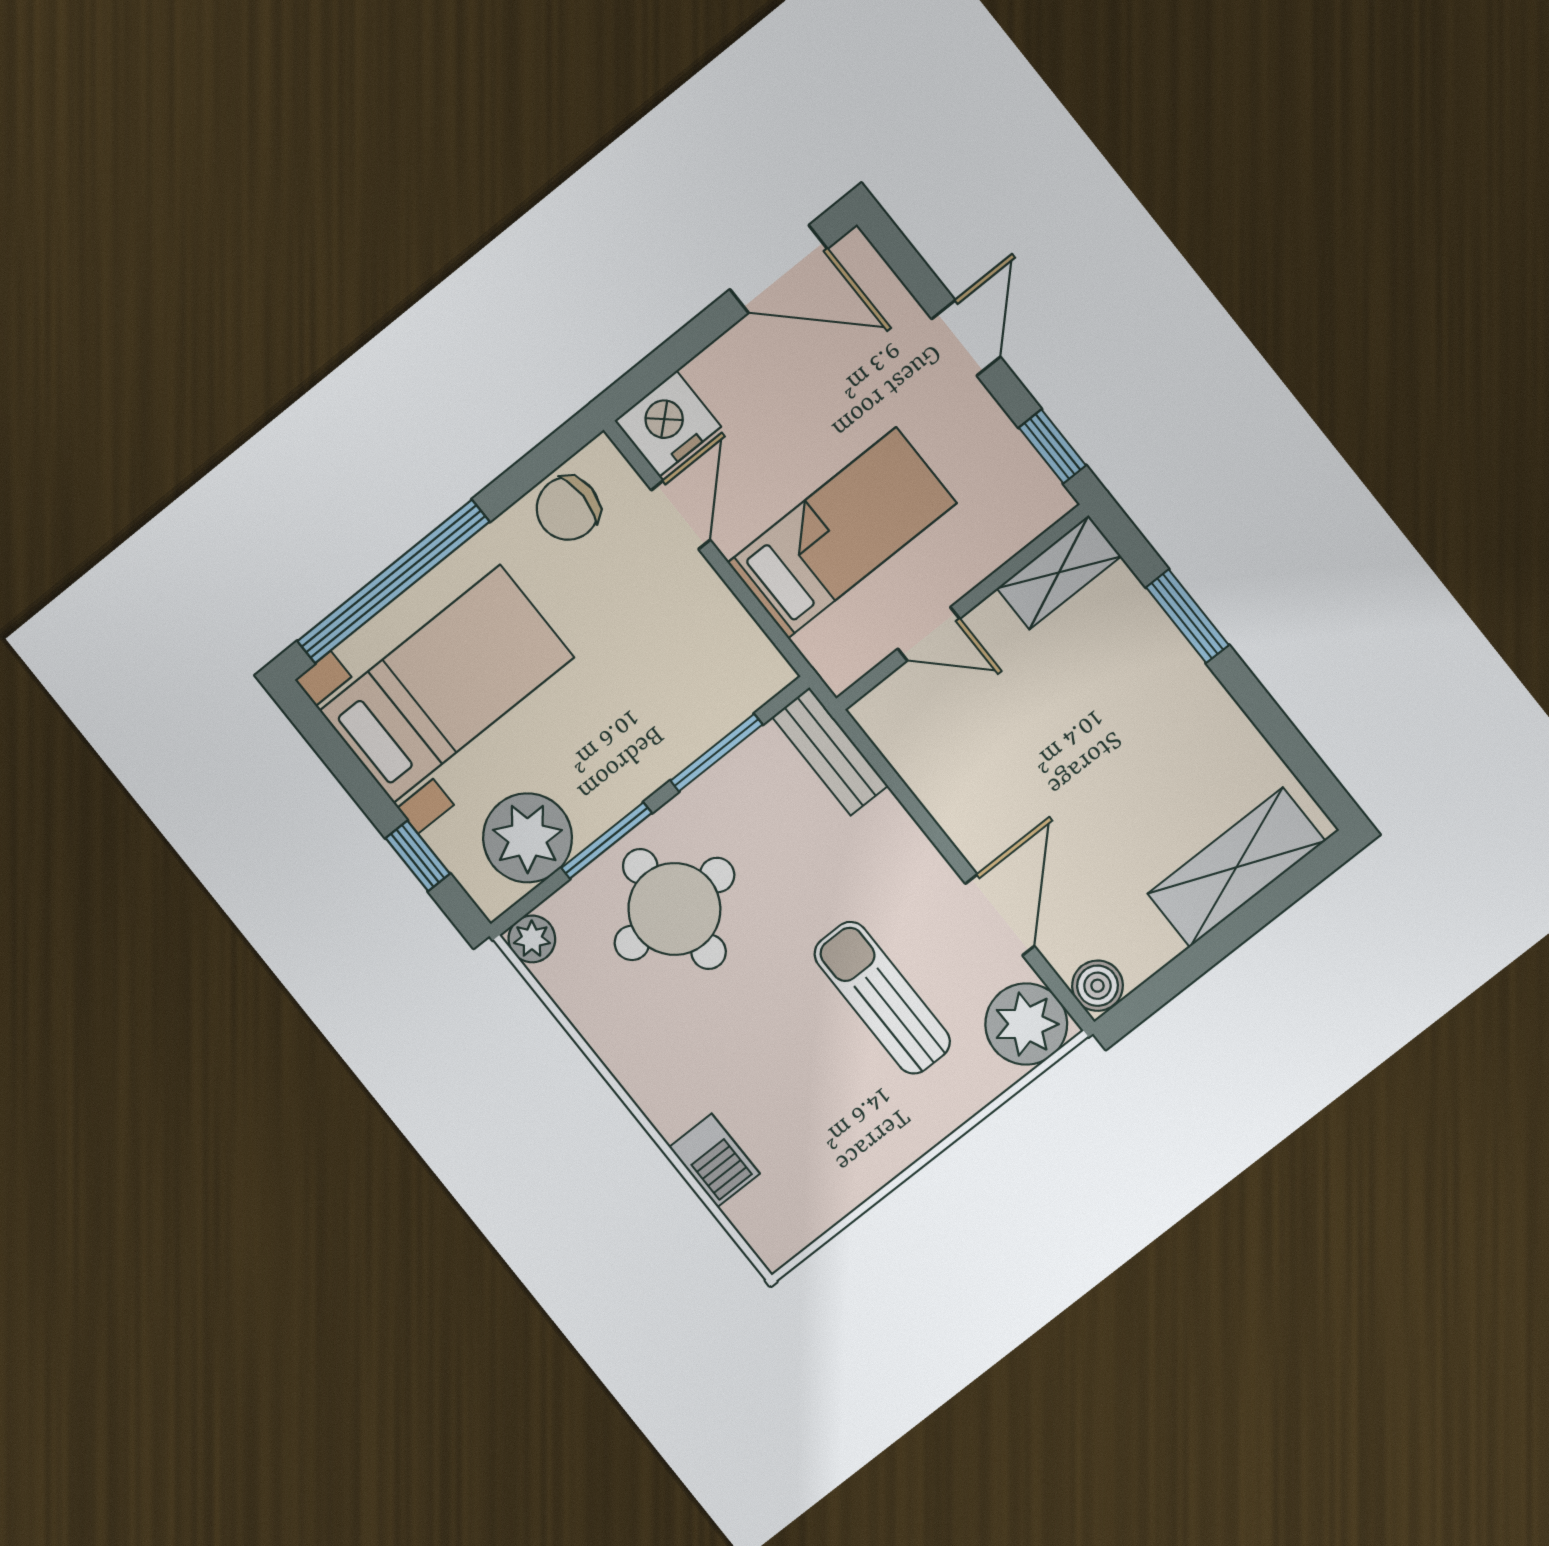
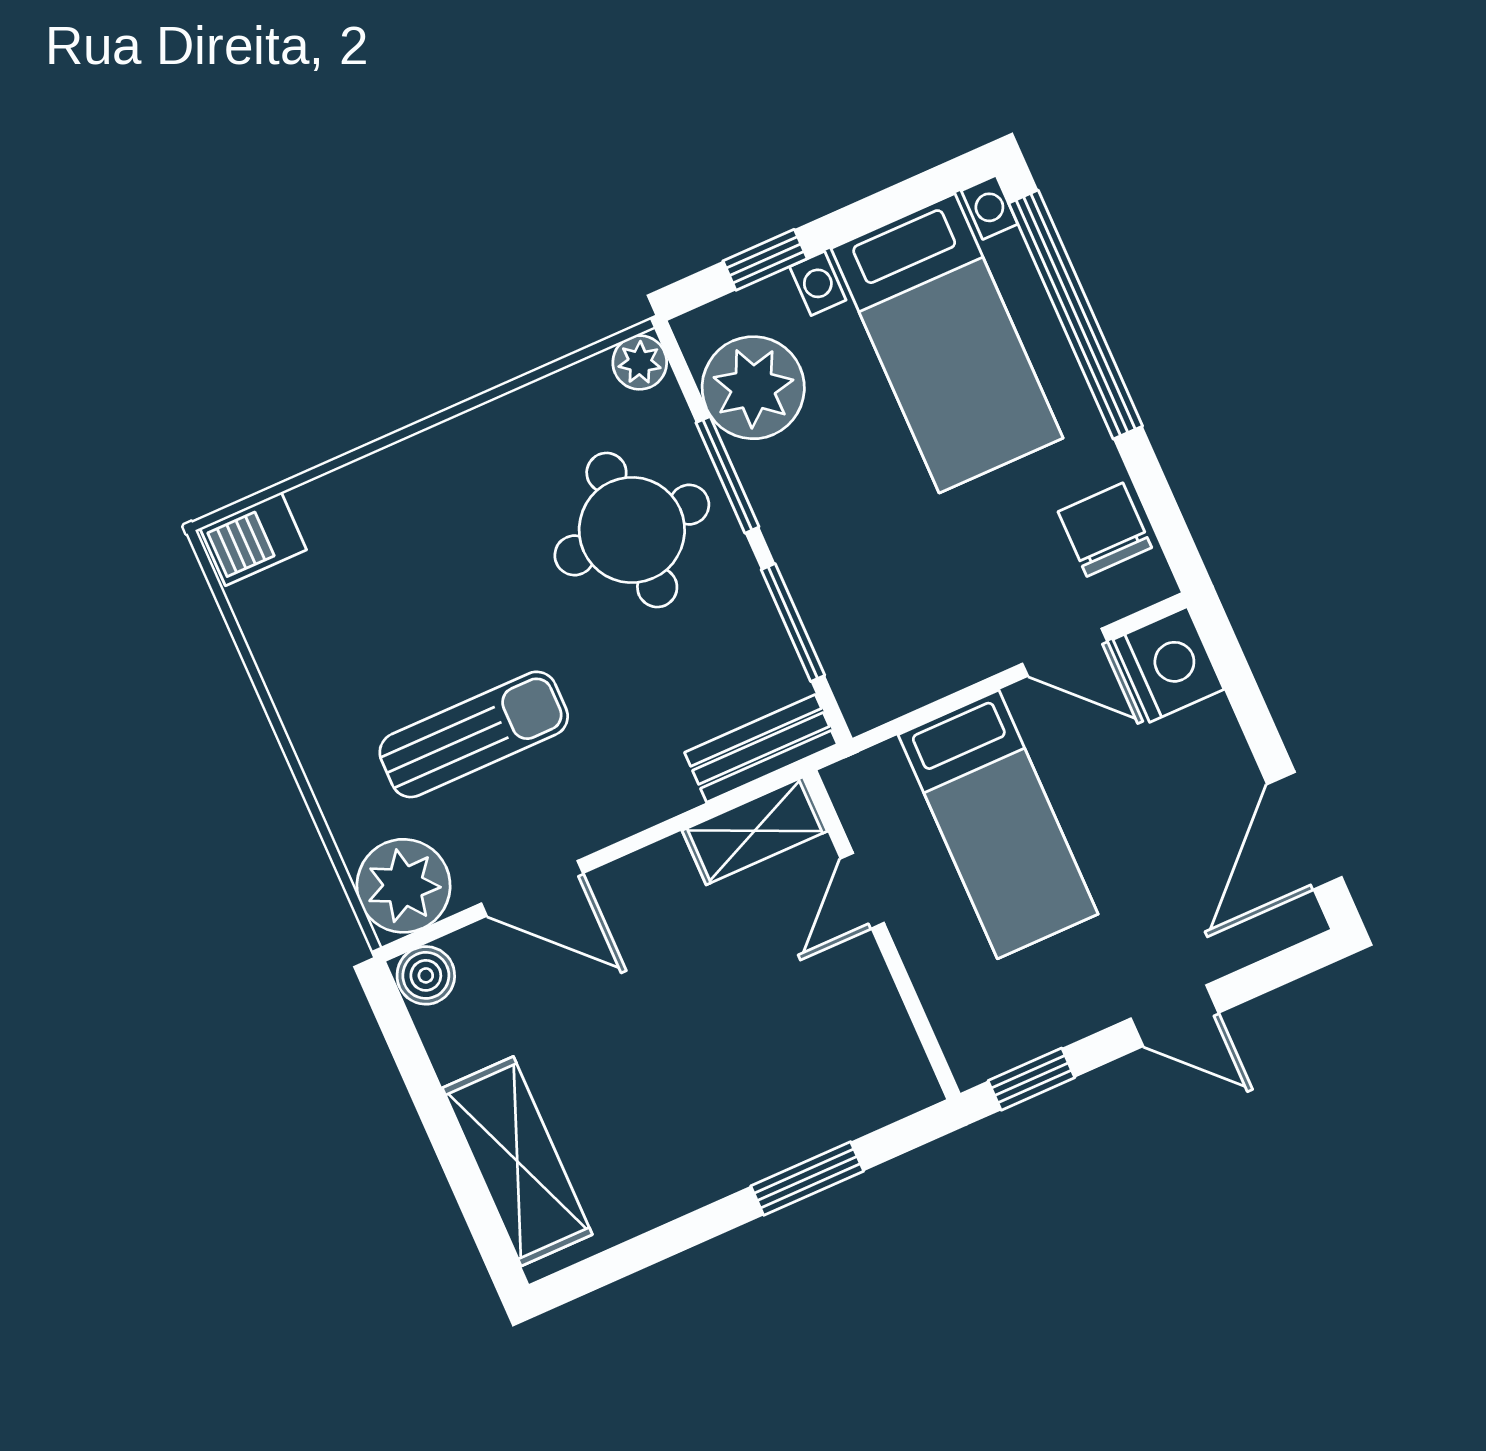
shelving: (1059, 572) -> (755, 831), moved, turned 90
barbecue: (714, 1160) -> (253, 539), moved

